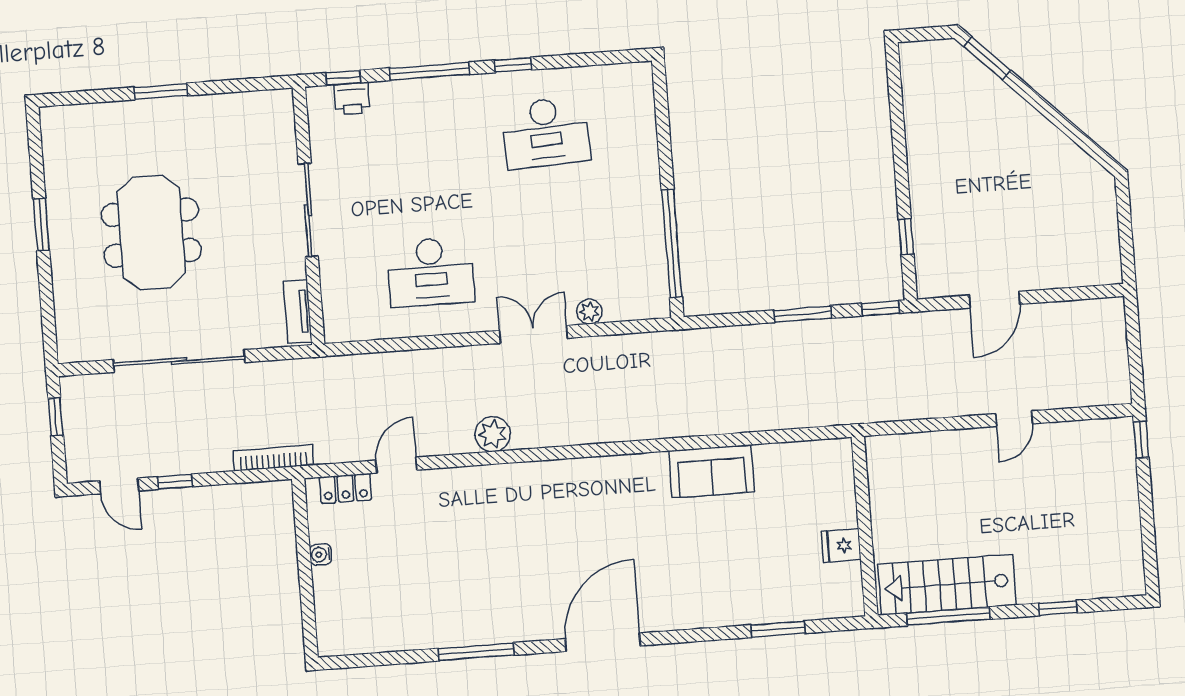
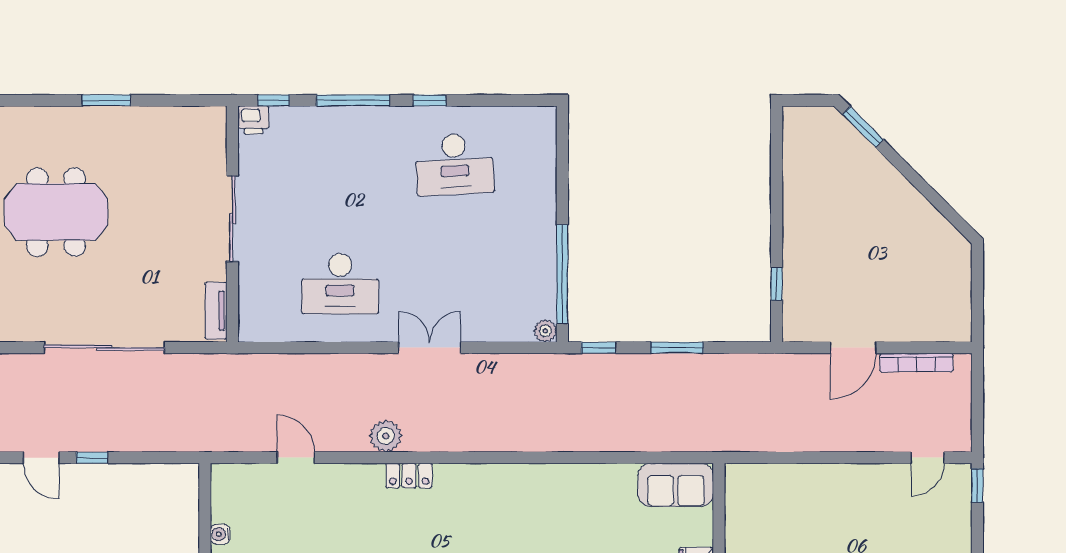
printer: (352, 99) -> (253, 120), moved
meeting table: (151, 233) -> (56, 212), moved, turned 90
window: (881, 308) -> (599, 348), moved
plant: (589, 312) -> (545, 331), moved
door: (1014, 419) -> (927, 458), moved
bookcase: (274, 458) -> (916, 363), moved, turned 180
door: (396, 465) -> (296, 458), hinge flipped
sofa: (712, 471) -> (676, 485), moved
locker: (345, 488) -> (409, 475), moved

